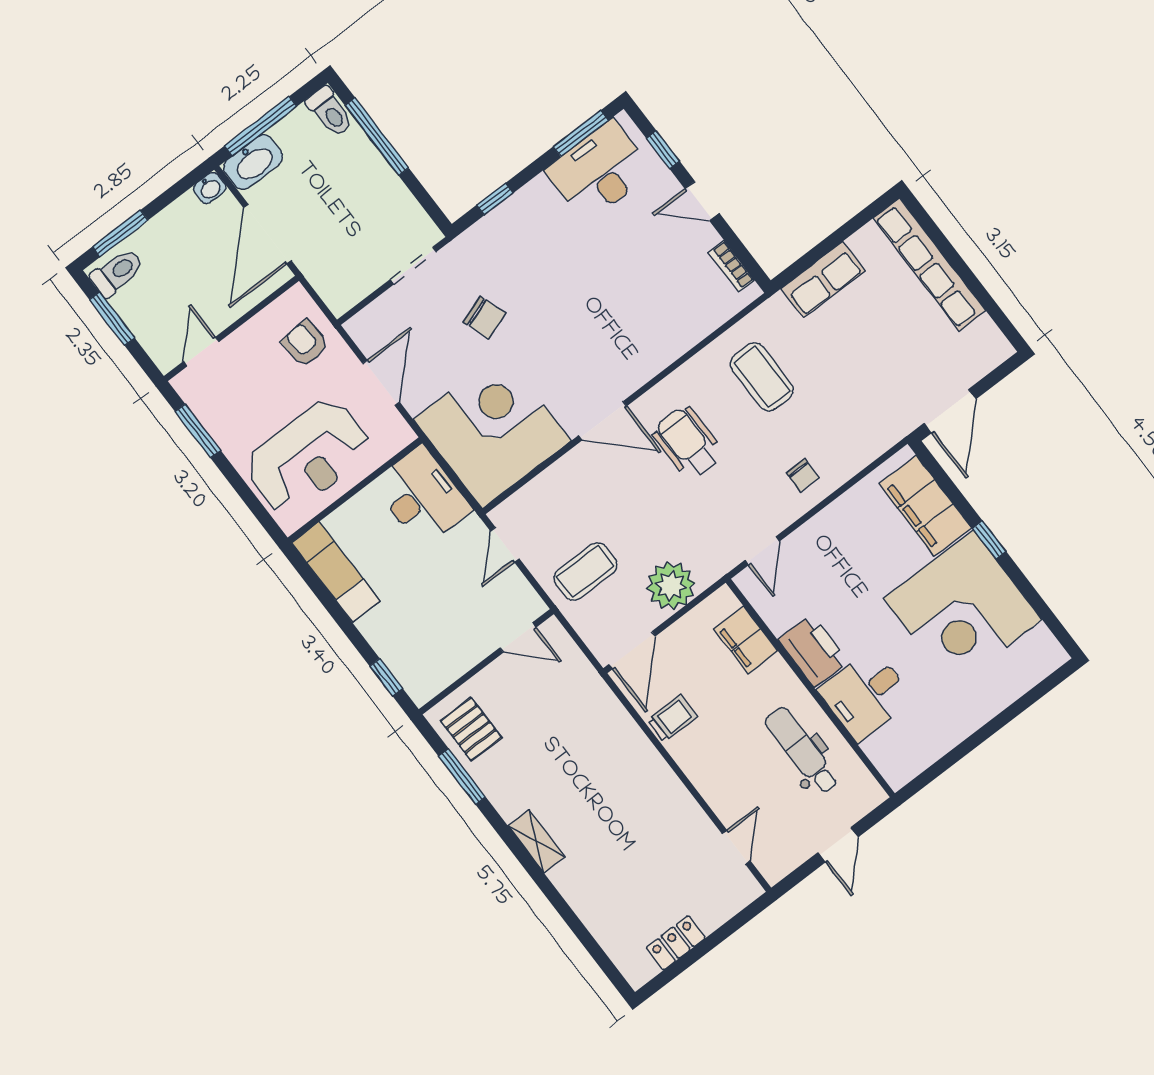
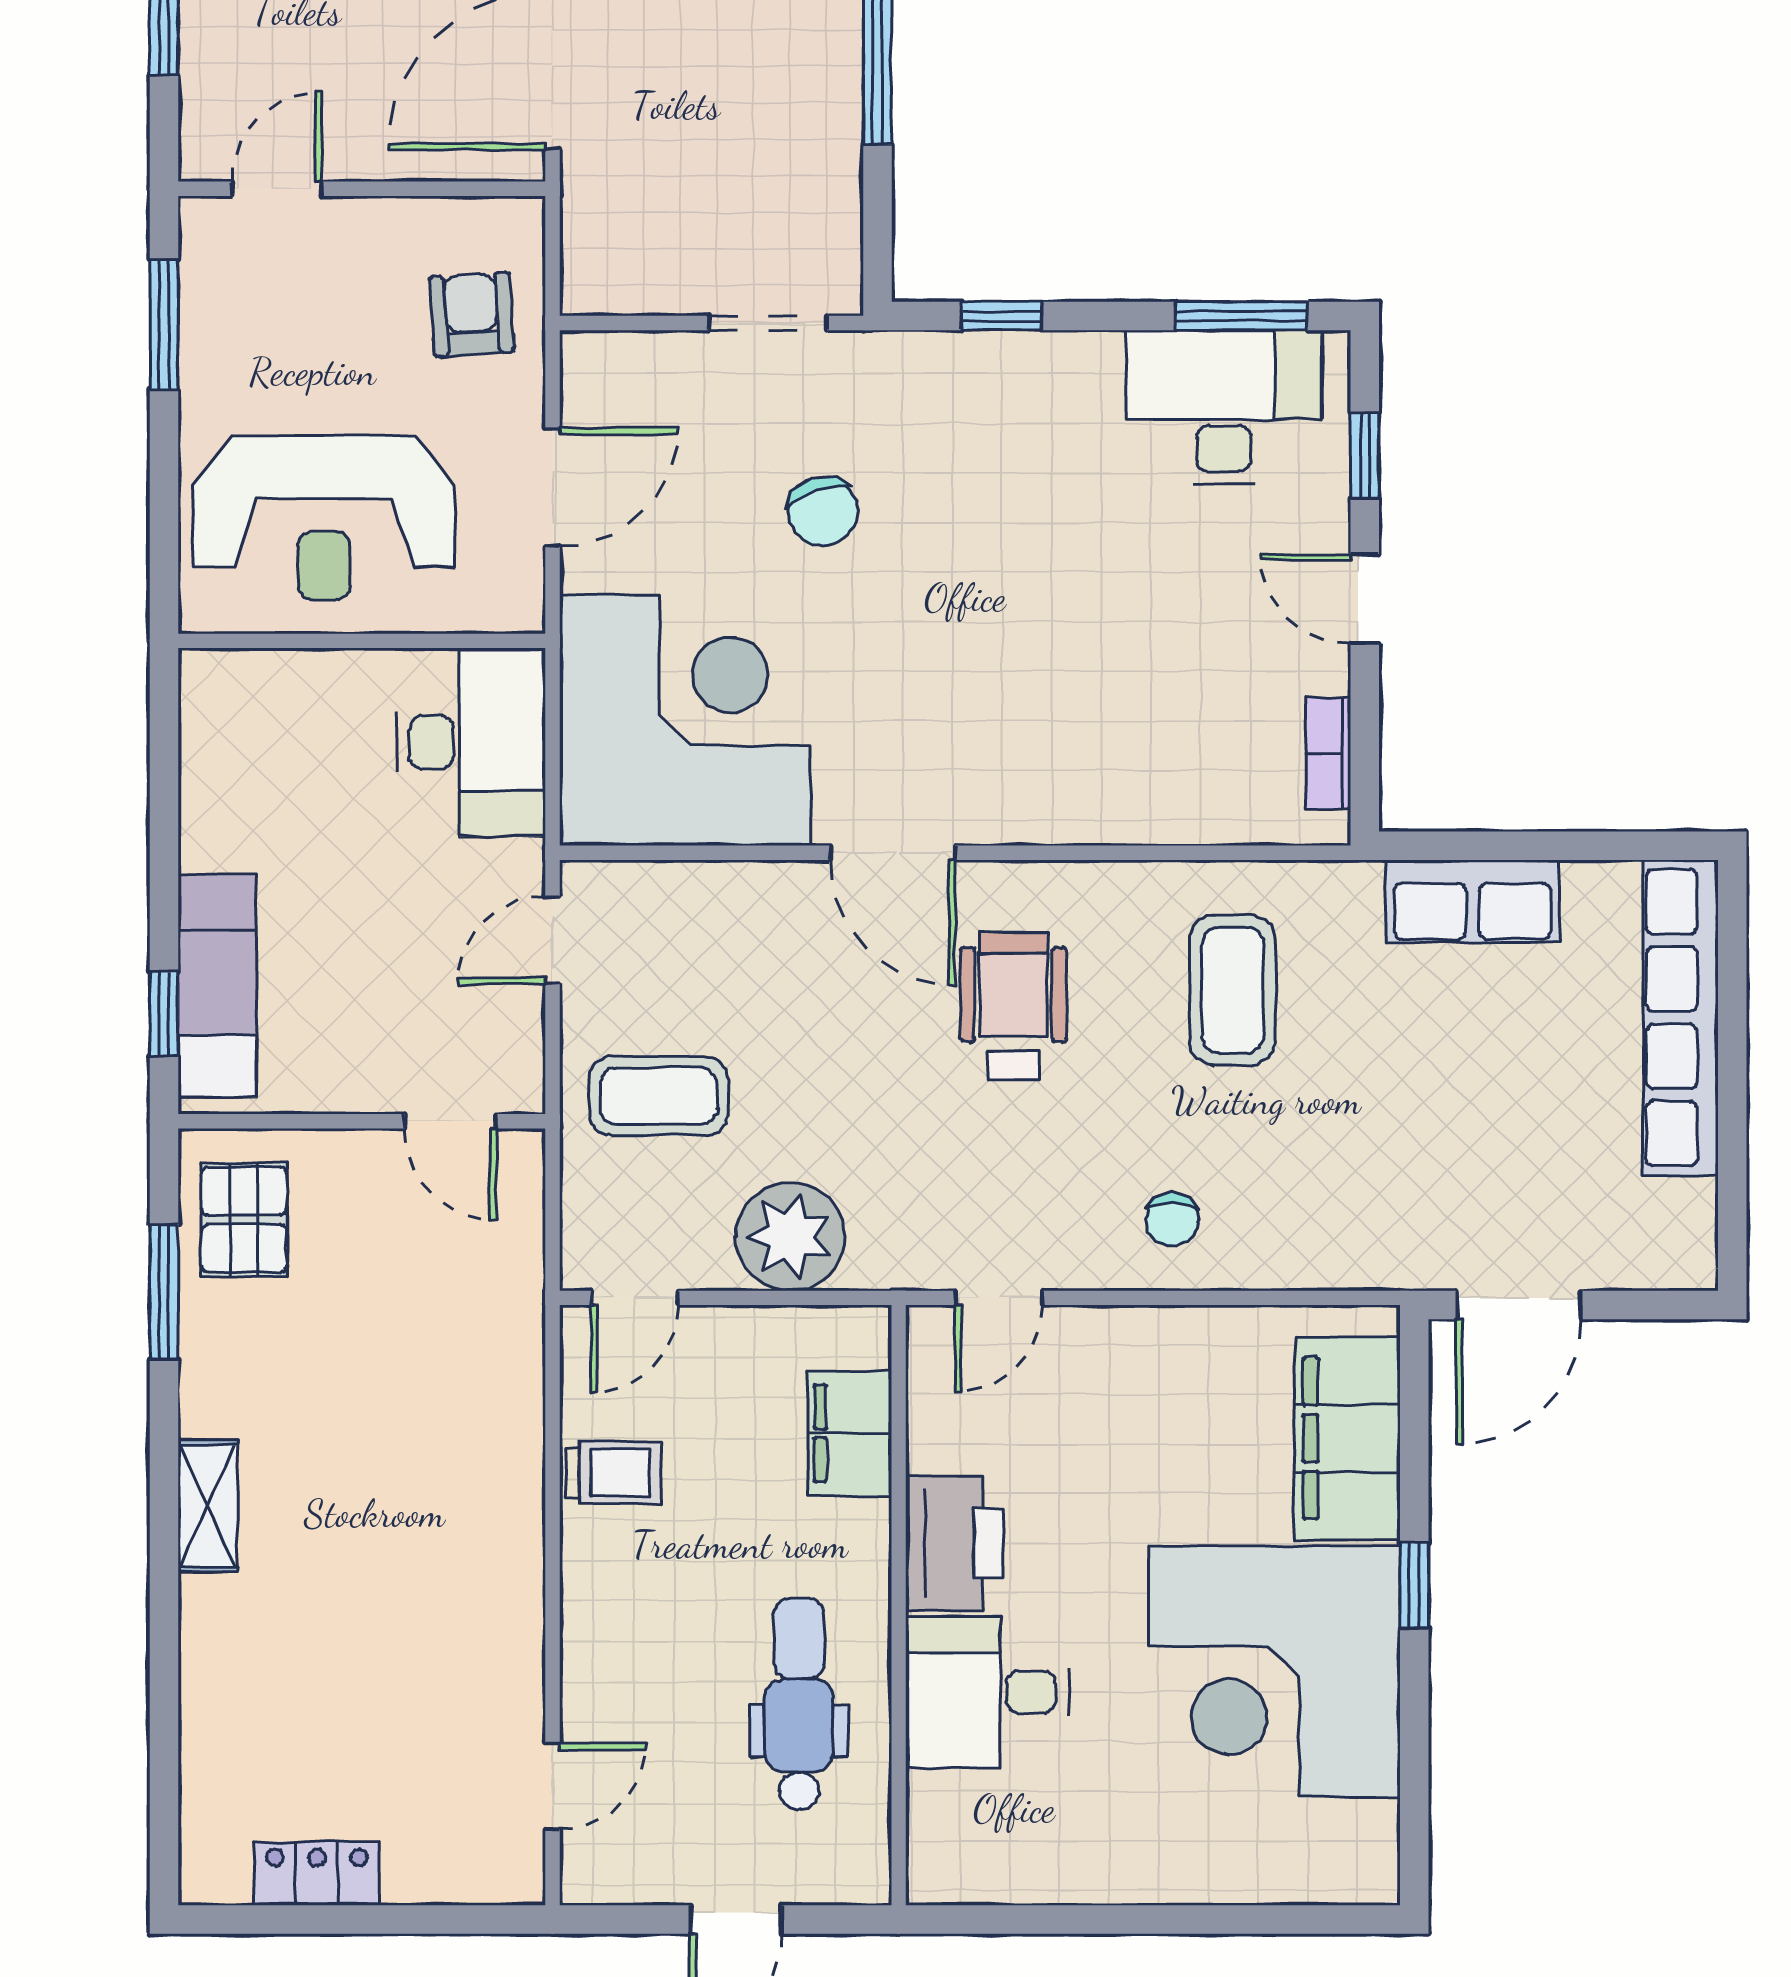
exam couch: (336, 572) -> (217, 986), moved
door: (632, 650) -> (635, 1298), width x0.73

